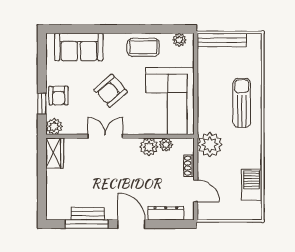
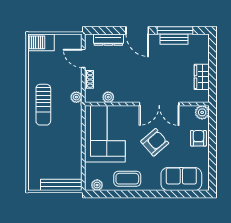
sun lounger: (242, 103) -> (43, 105), moved
window: (42, 104) -> (212, 132), removed
double door: (105, 136) -> (159, 104), width x1.37
plant: (210, 145) -> (76, 97), width x0.53, depth x0.53
plant: (149, 147) -> (123, 95), removed
wardrobe: (55, 153) -> (202, 77), moved
barbecue: (252, 185) -> (41, 42), moved, turned 90

